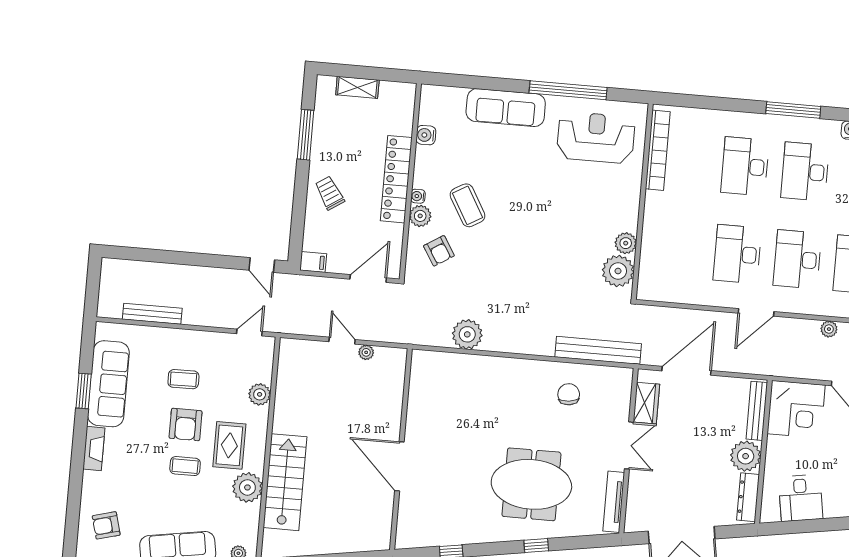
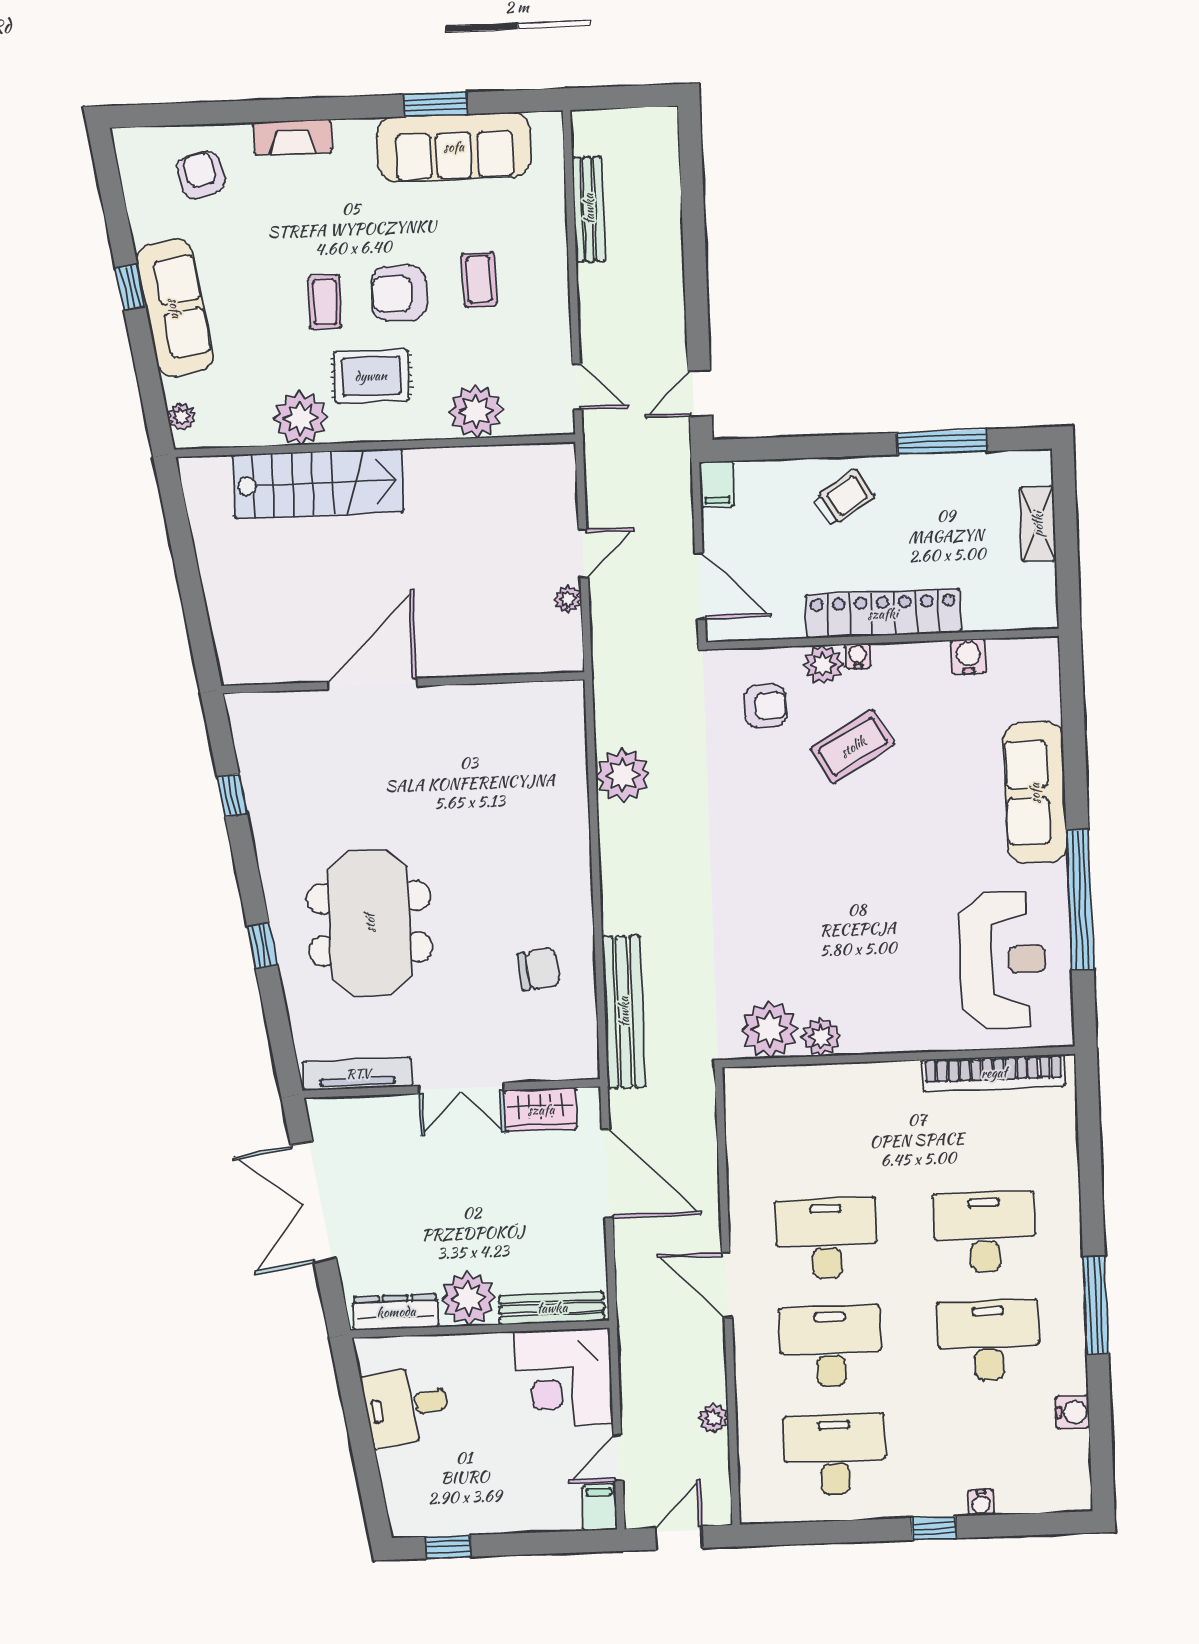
armchair: (439, 251) -> (765, 706), turned -148
plant: (260, 394) -> (476, 411), width x1.36, depth x1.36
fireplace: (94, 449) -> (293, 137), moved

